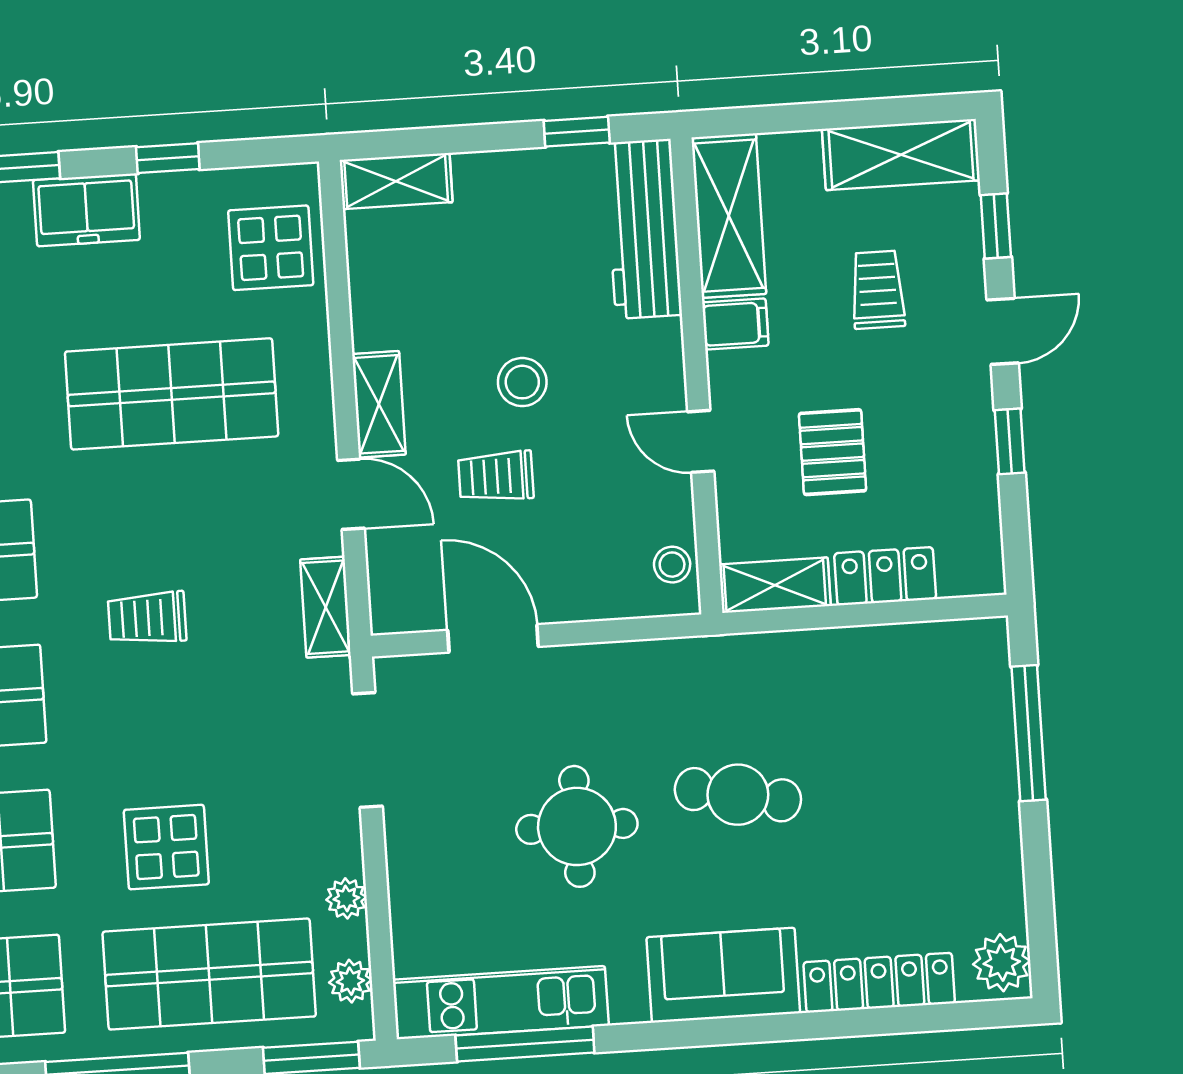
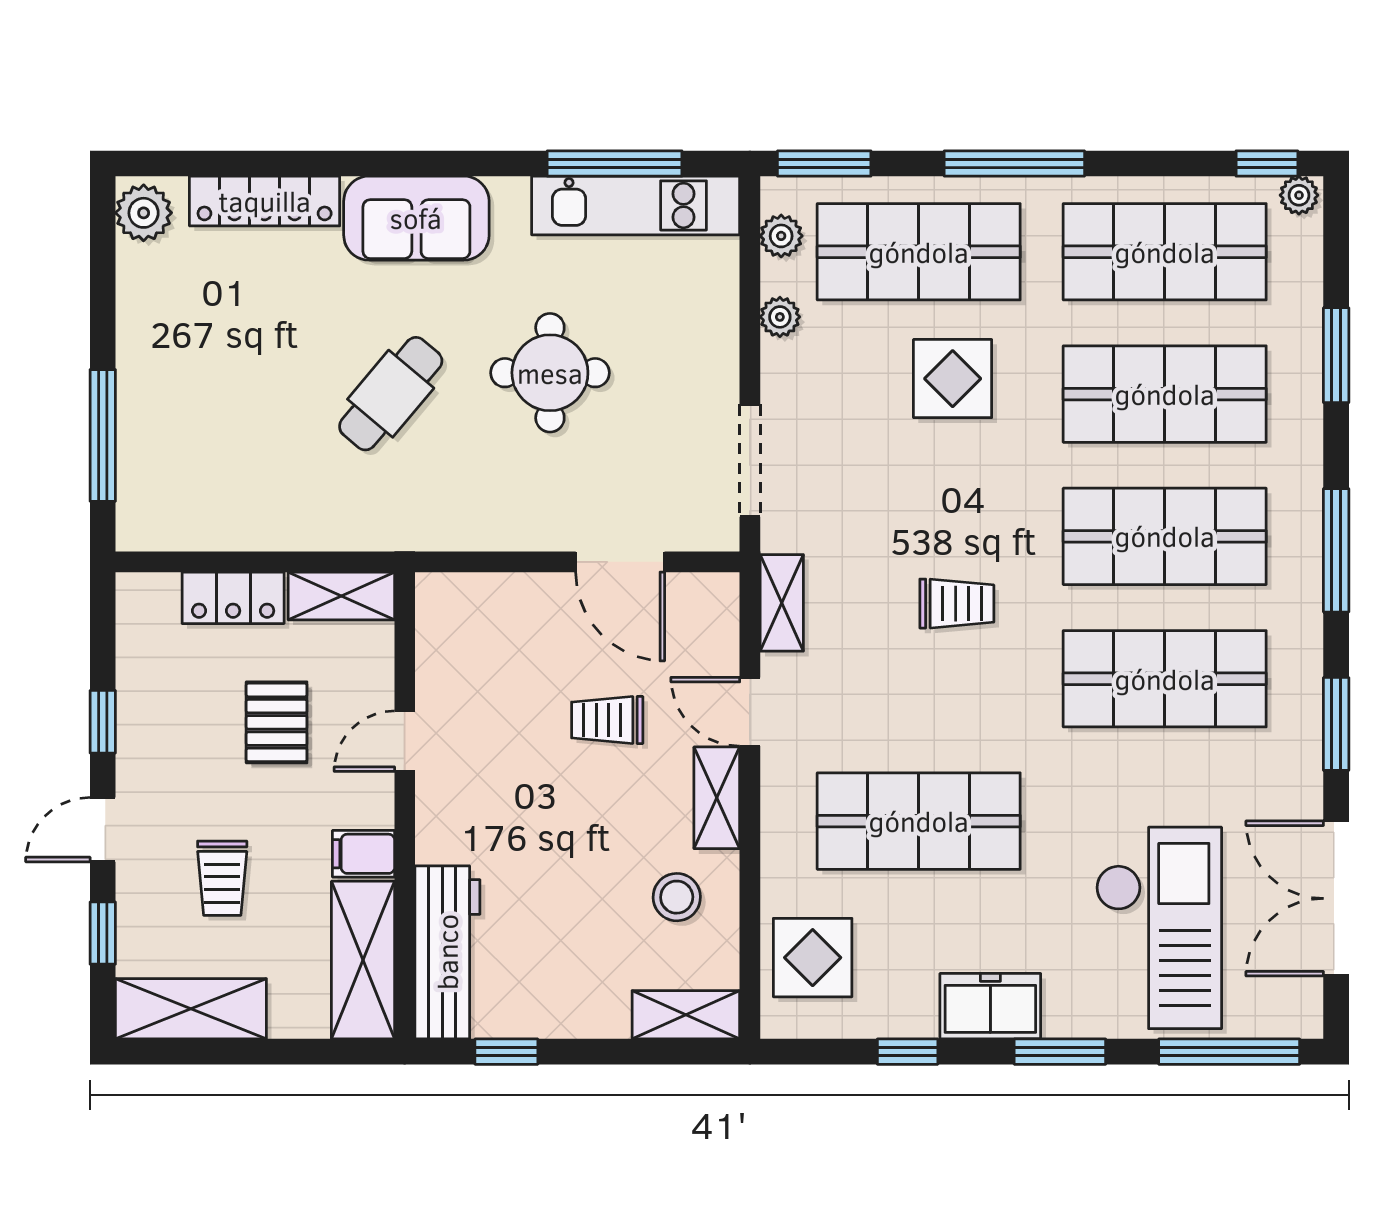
stool: (522, 382) -> (677, 897), moved
door: (701, 441) -> (405, 741), swing flipped
trolley: (496, 476) -> (607, 720), turned 180
stool: (672, 565) -> (440, 623), removed
cafe table: (738, 795) -> (391, 394), turned -61

